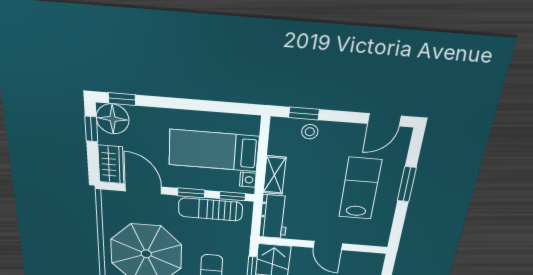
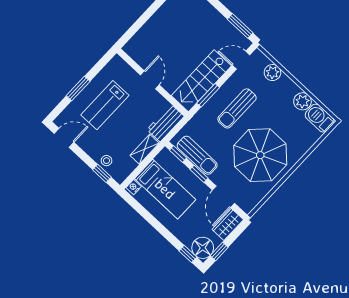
nightstand: (248, 180) -> (134, 187), moved

